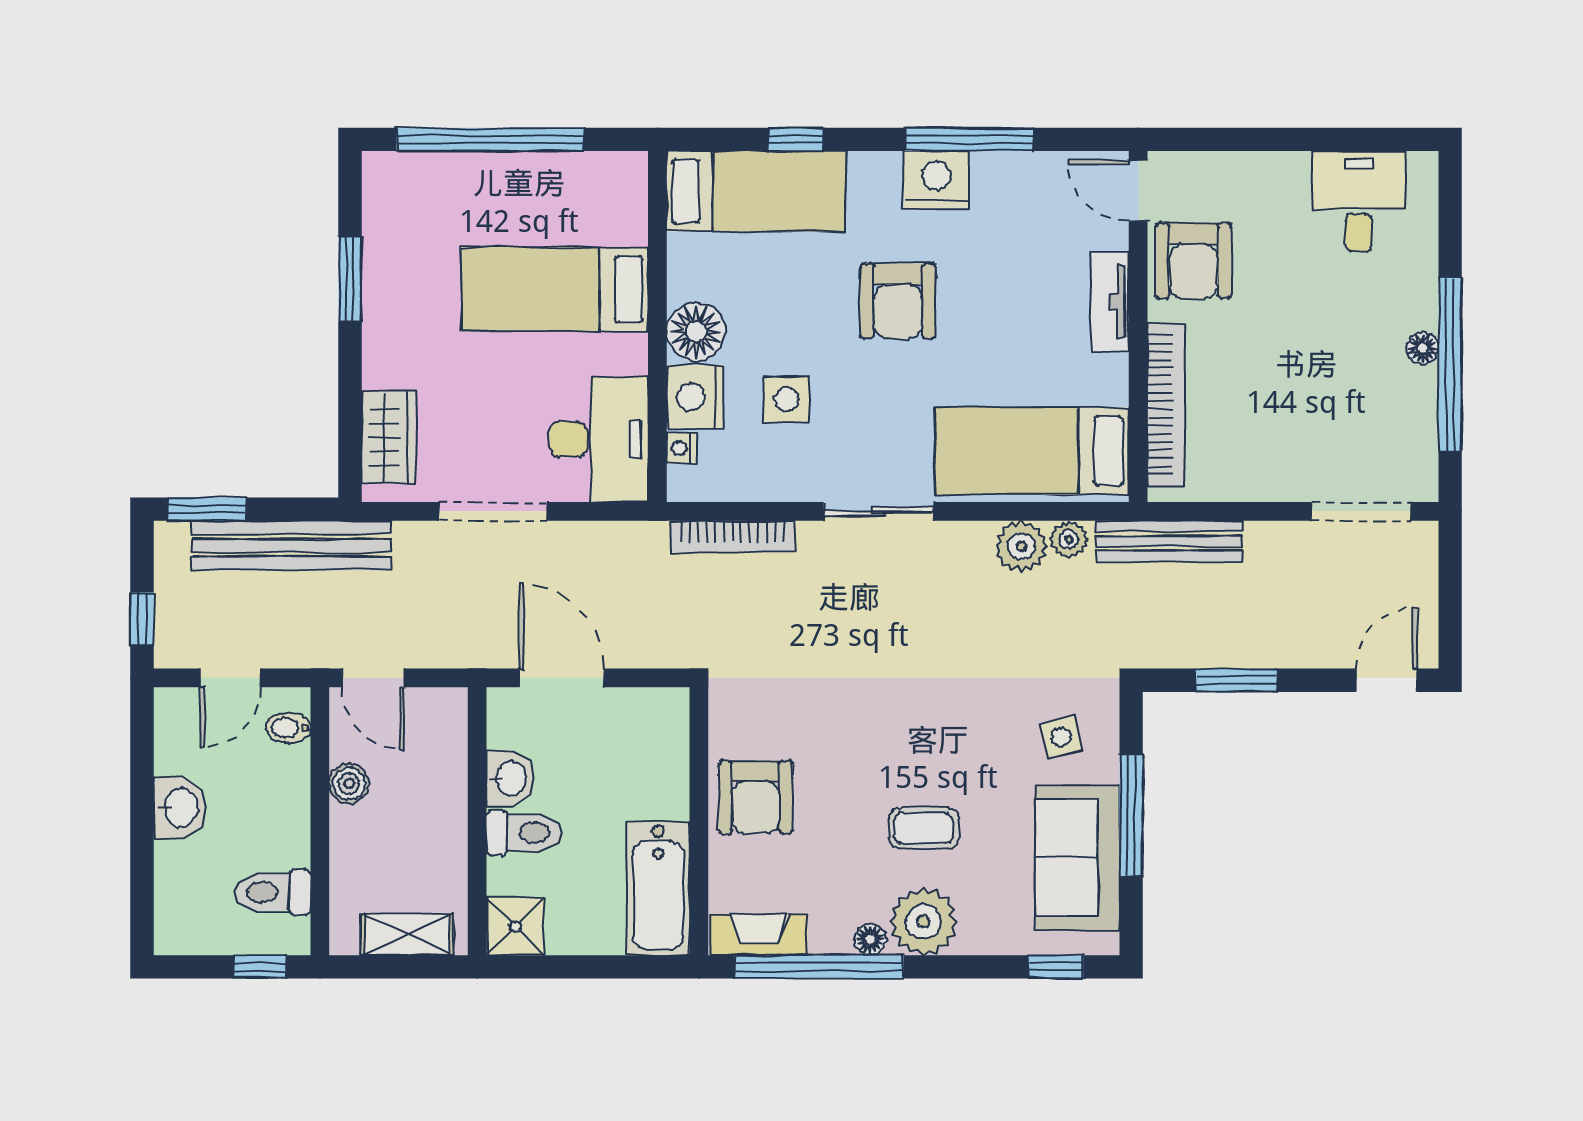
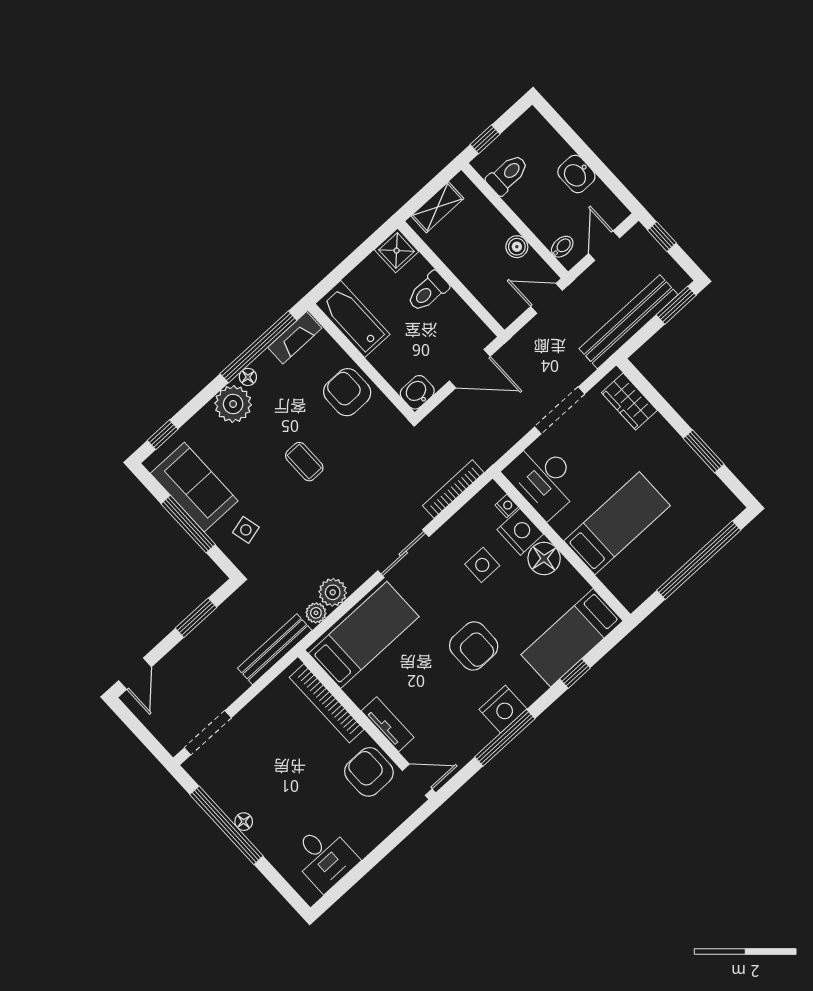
armchair: (898, 301) -> (474, 646), turned 180
washbasin: (510, 778) -> (417, 392), moved, turned 90
coffee table: (924, 828) -> (304, 462), moved, turned 90

